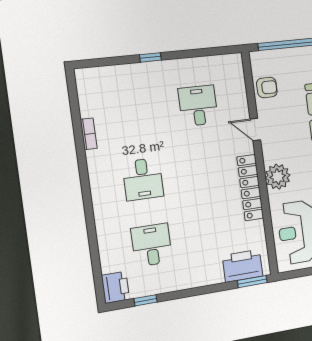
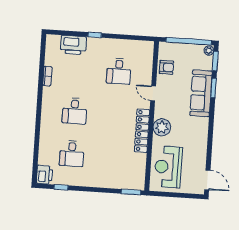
desk: (198, 106) -> (119, 71), turned 180
desk: (152, 245) -> (72, 154), turned 180
printer: (243, 266) -> (73, 45), moved, turned 180

